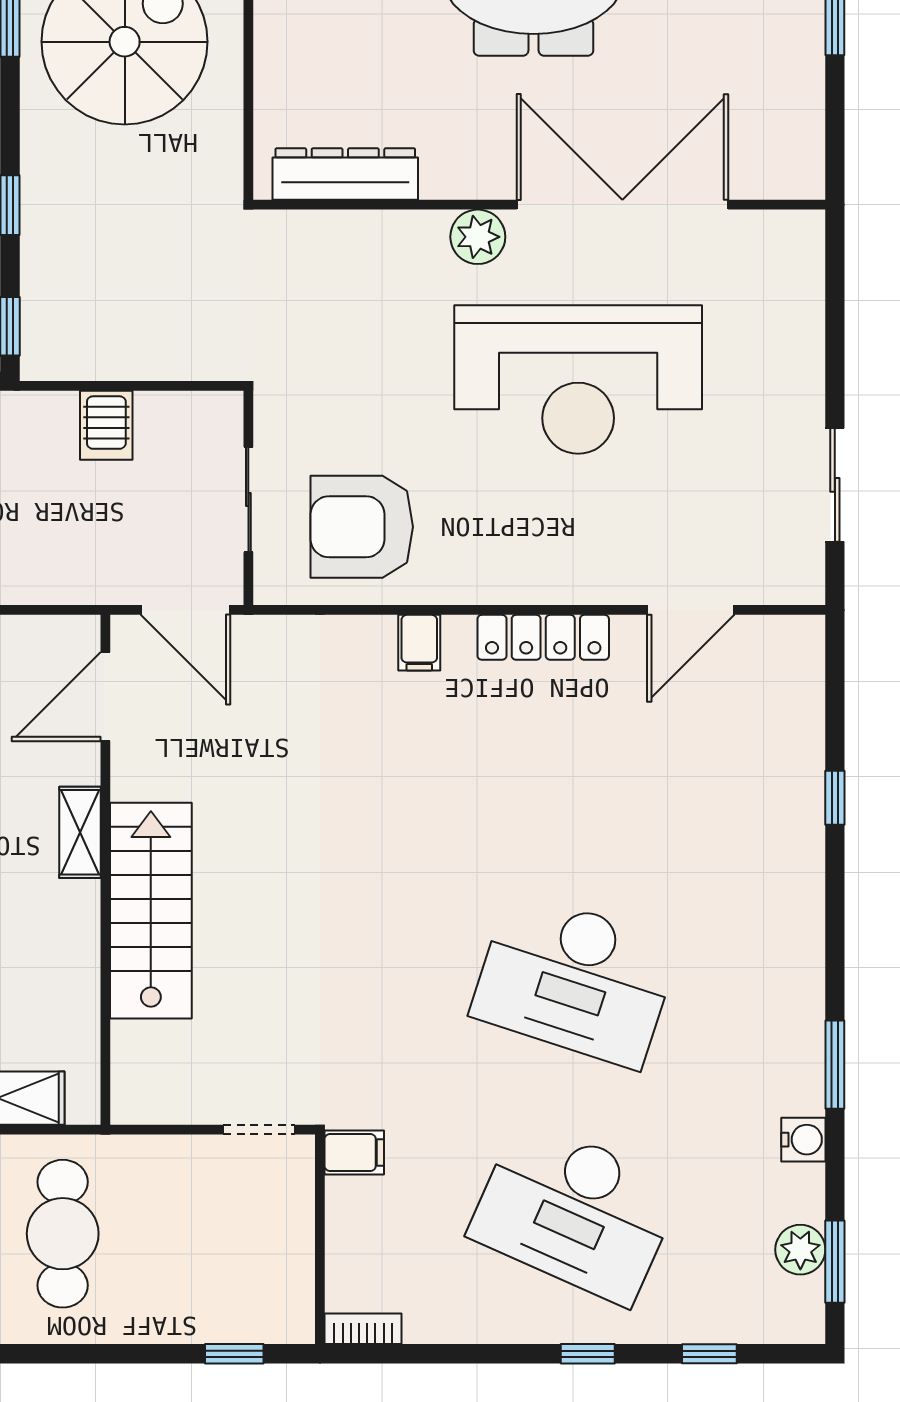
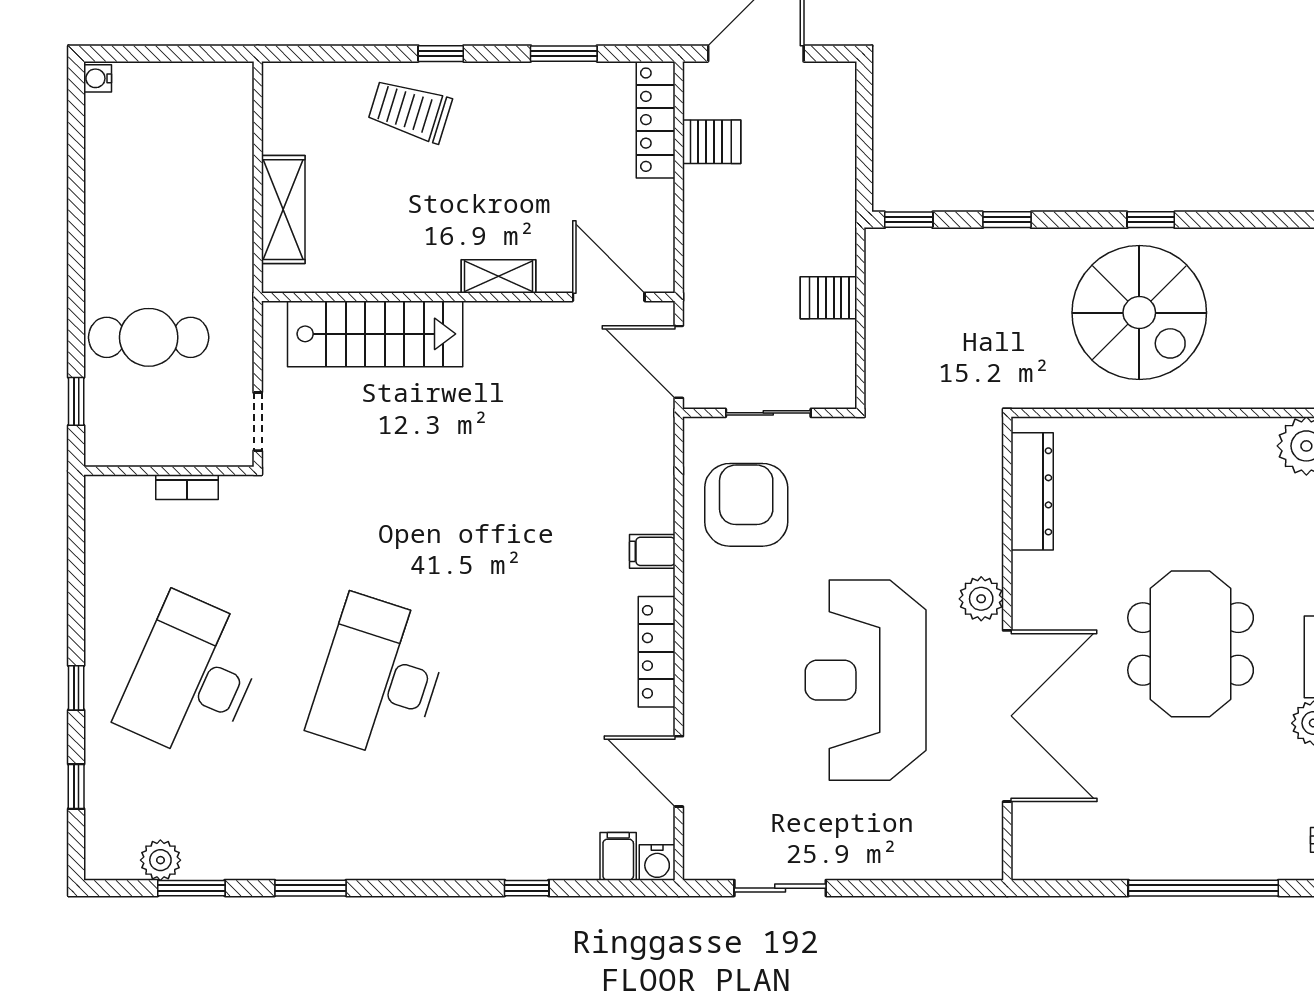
door: (185, 610) -> (679, 362), hinge flipped
stairs: (151, 911) -> (375, 334), moved
water cooler: (803, 1140) -> (657, 863), moved
filing cabinet: (354, 1152) -> (618, 856), moved, turned 180
cafe table: (63, 1234) -> (149, 337), moved
window: (835, 1262) -> (191, 888), moved
bookcase: (363, 1329) -> (187, 487), moved, turned 90

